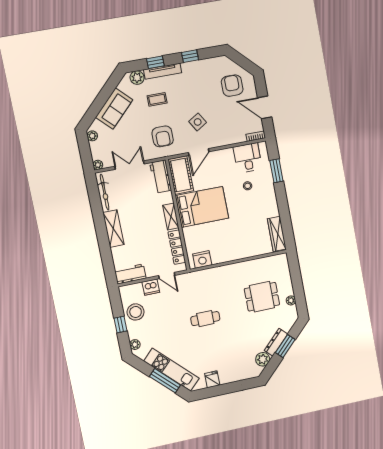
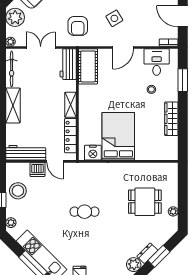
plant: (92, 136) -> (15, 17), width x1.88, depth x1.88
door: (199, 152) -> (123, 47), moved
bed: (202, 207) -> (118, 136), moved, turned -90
wardrobe: (277, 234) -> (171, 119), moved
workbench: (130, 274) -> (26, 153), width x1.37
dresser: (276, 342) -> (147, 253), width x0.70

